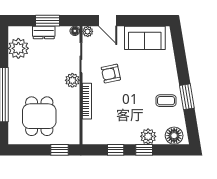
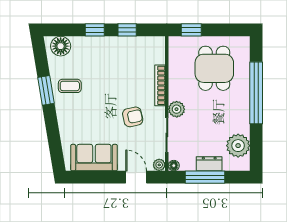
window: (47, 21) -> (205, 177), width x1.44
plant: (148, 136) -> (90, 45), removed

